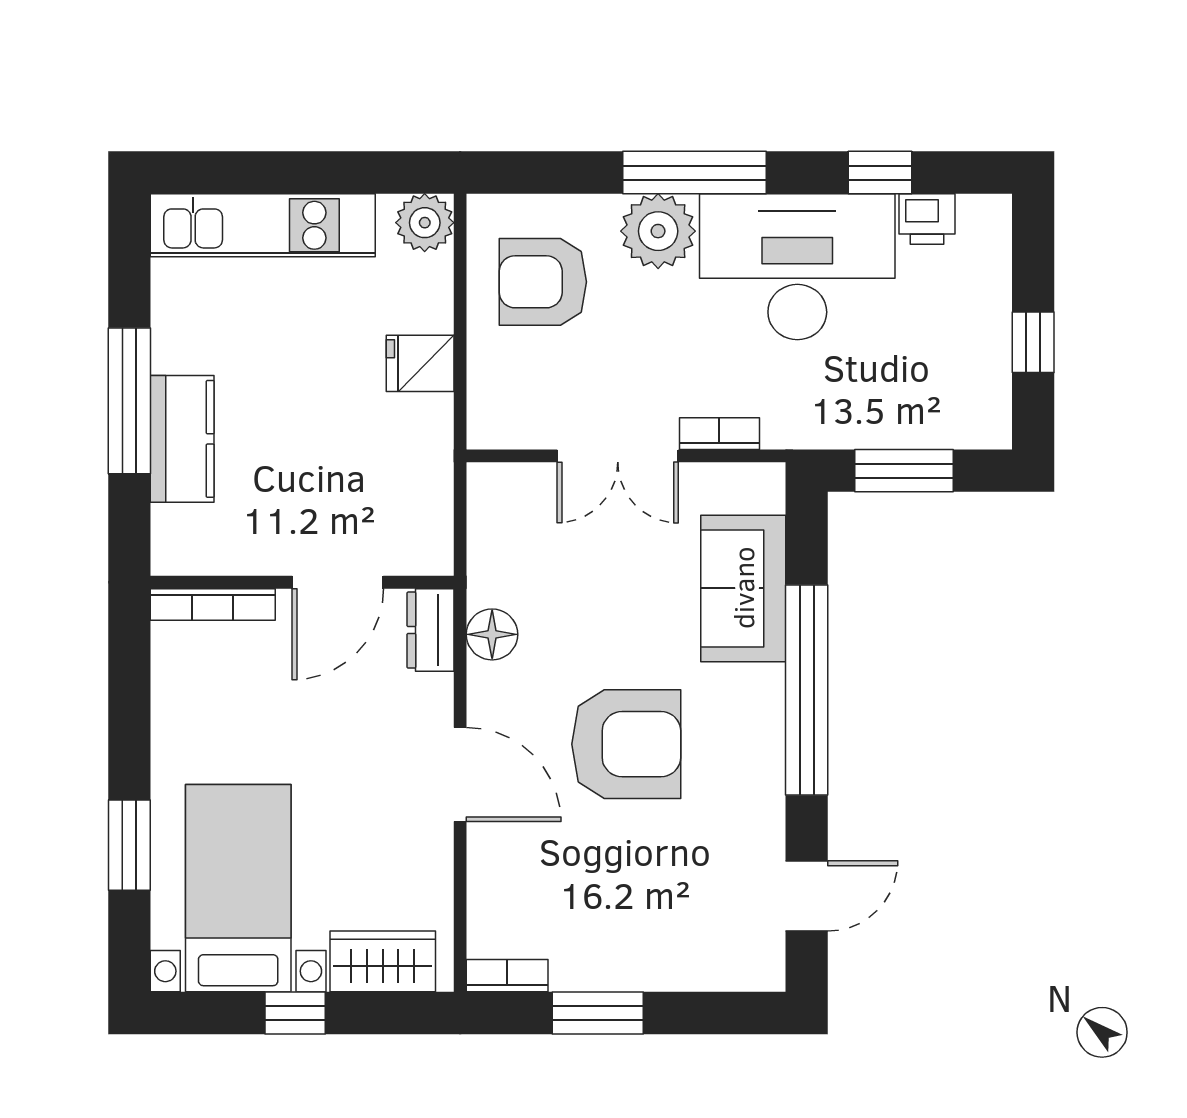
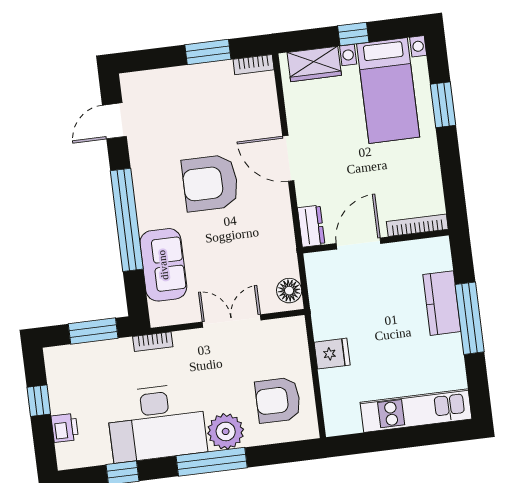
printer: (927, 219) -> (65, 428), moved, turned 90
plant: (425, 223) -> (338, 422), removed
armchair: (543, 282) -> (278, 400), turned 180
bookcase: (719, 434) -> (153, 342), moved
floor lamp: (492, 634) -> (289, 291), moved

